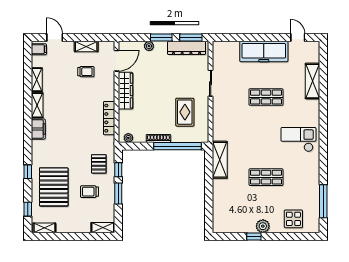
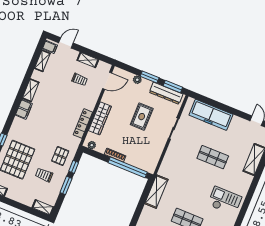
door: (55, 38) -> (66, 43), hinge flipped
freezer: (264, 52) -> (211, 115), moved
shelving: (37, 80) -> (42, 61), moved
wardrobe: (125, 91) -> (100, 118), moved
rug: (185, 112) -> (142, 117), moved

